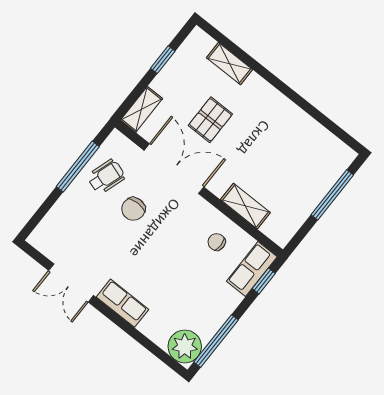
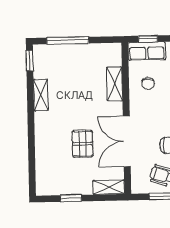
shelving: (229, 64) -> (41, 95), moved
pallet: (210, 120) -> (82, 144), turned 90
window: (345, 137) -> (30, 60), added

